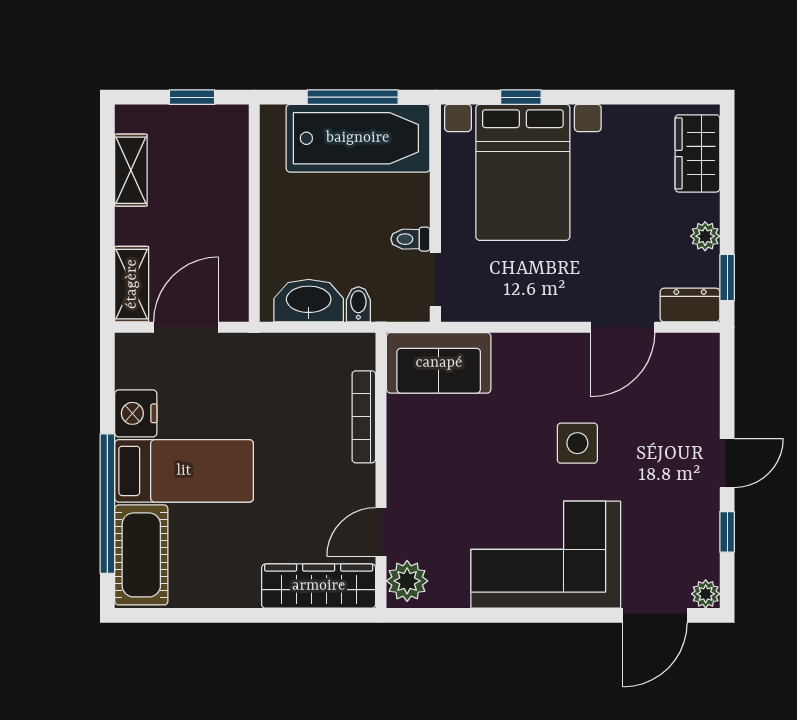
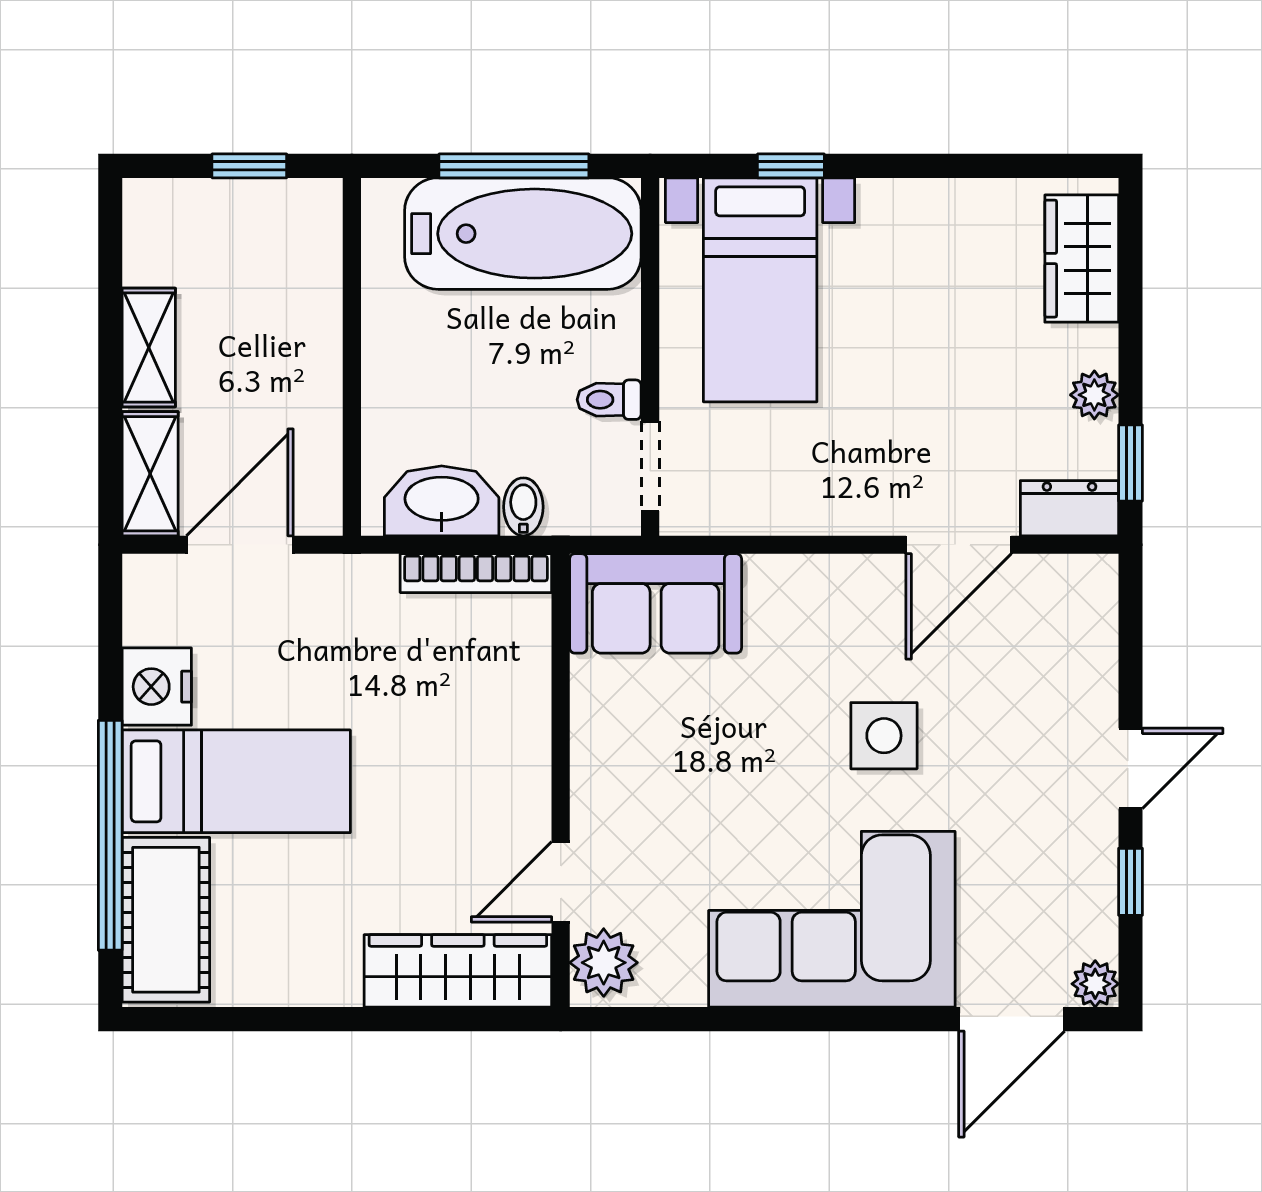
shelving: (131, 170) -> (149, 348), moved
bed with nightstands: (523, 172) -> (760, 290), width x0.73
bookcase: (364, 417) -> (476, 573), moved, turned -90

